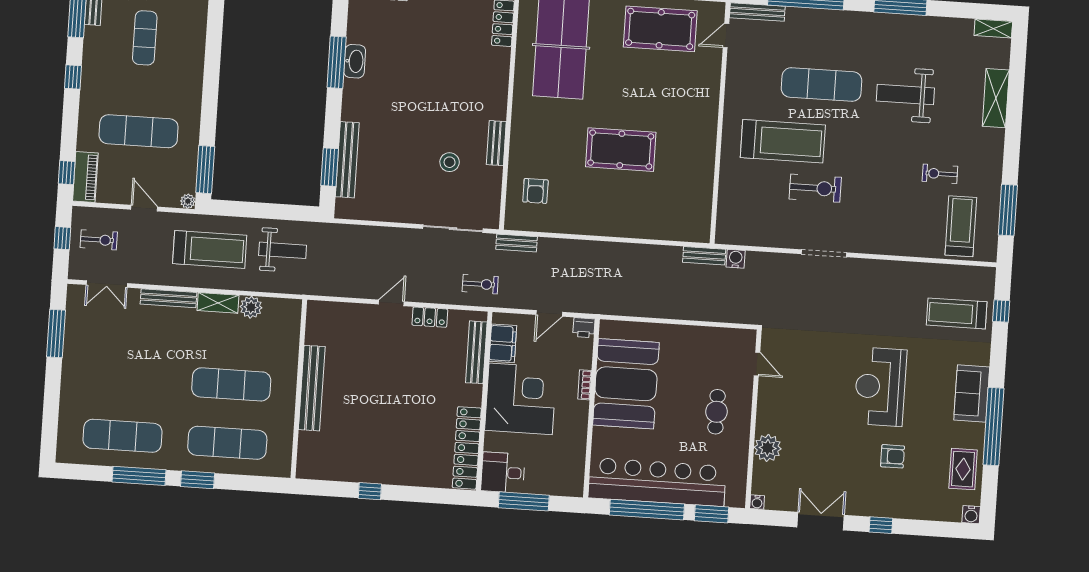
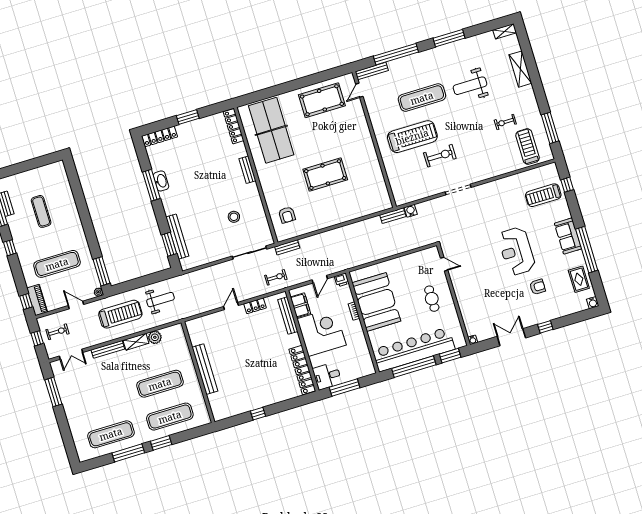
bench: (496, 143) -> (247, 170), moved
plant: (768, 448) -> (467, 308), removed

